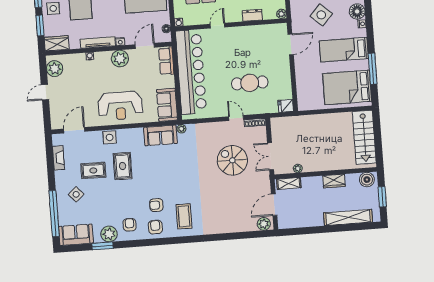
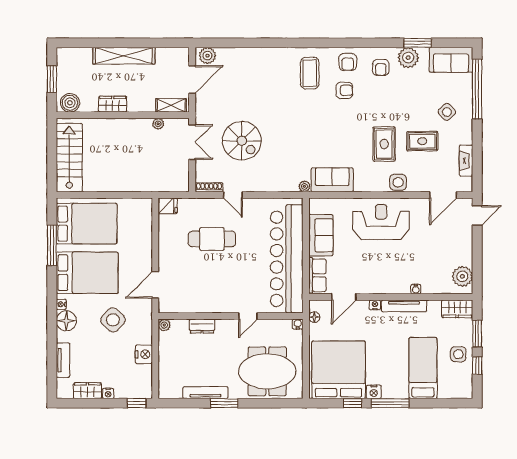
bed: (344, 50) -> (87, 273), width x1.50
plant: (120, 59) -> (377, 283), removed
door: (45, 92) -> (477, 215), moved
sofa: (167, 105) -> (321, 235), moved
shelving: (348, 217) -> (124, 56), moved

